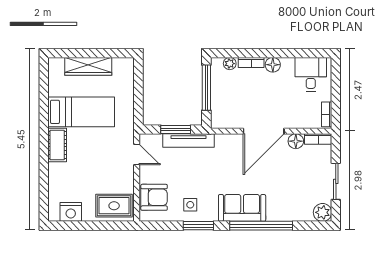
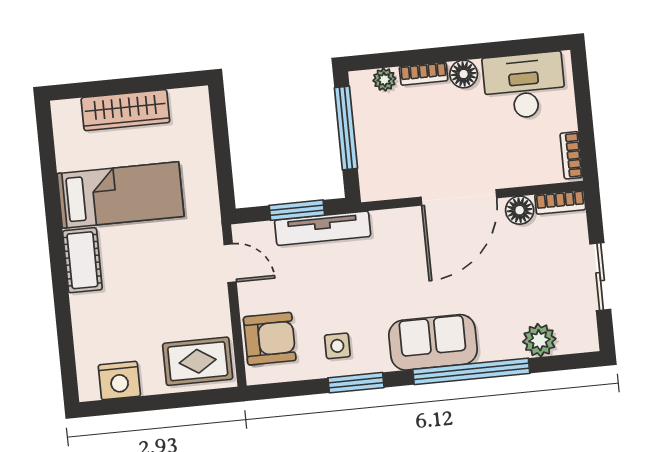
desk: (311, 74) -> (524, 86), width x1.37
plant: (323, 212) -> (539, 340), moved

